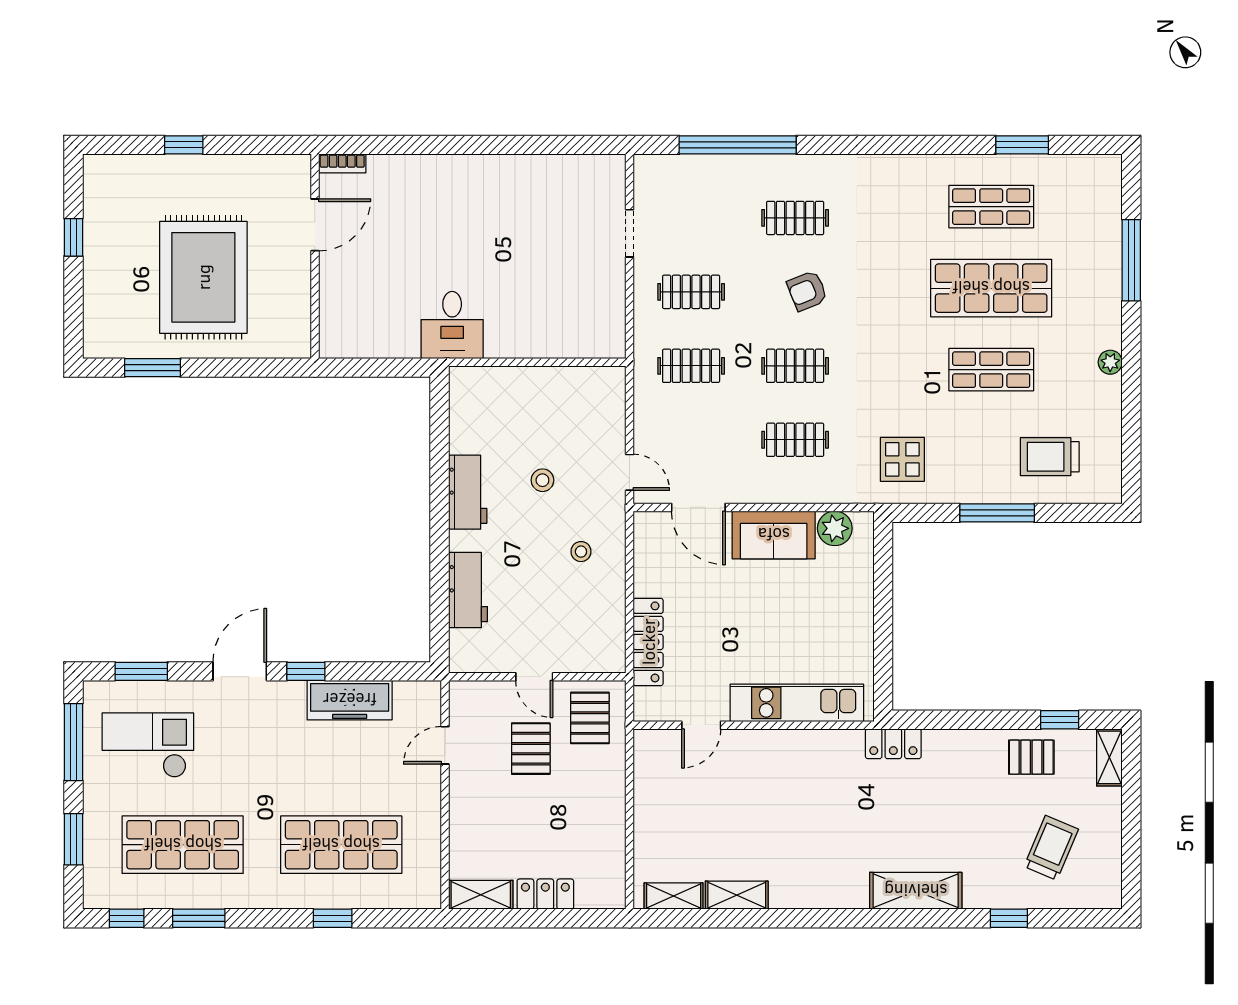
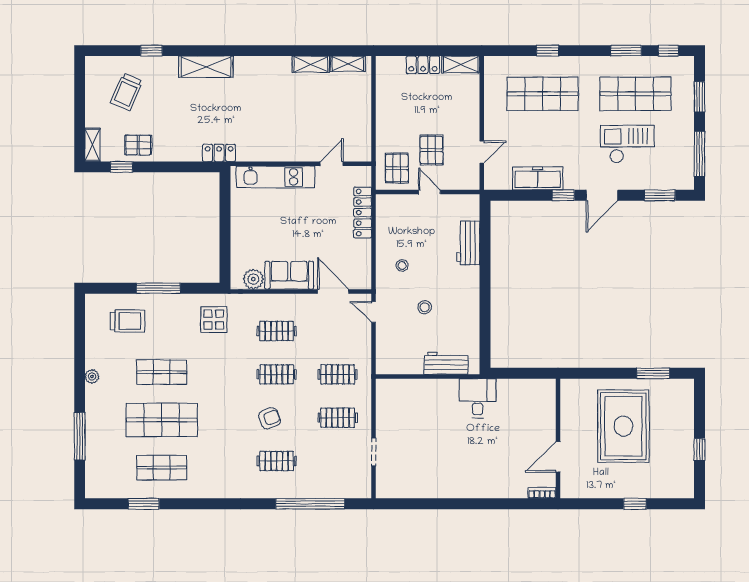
workbench: (468, 492) -> (446, 363), moved, turned 90
checkout: (148, 745) -> (627, 144), moved, turned 180

